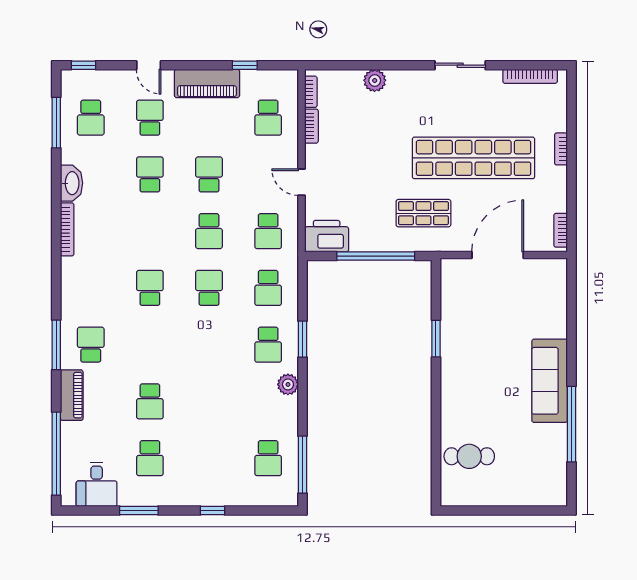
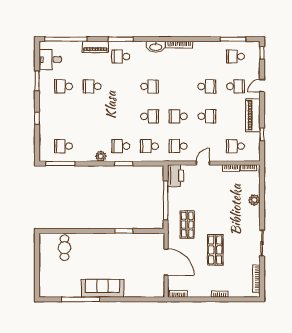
shop shelf: (474, 158) -> (215, 250), width x0.50, depth x0.74
washbasin: (71, 183) -> (156, 47), moved
school desk: (91, 345) -> (121, 57), turned 180

